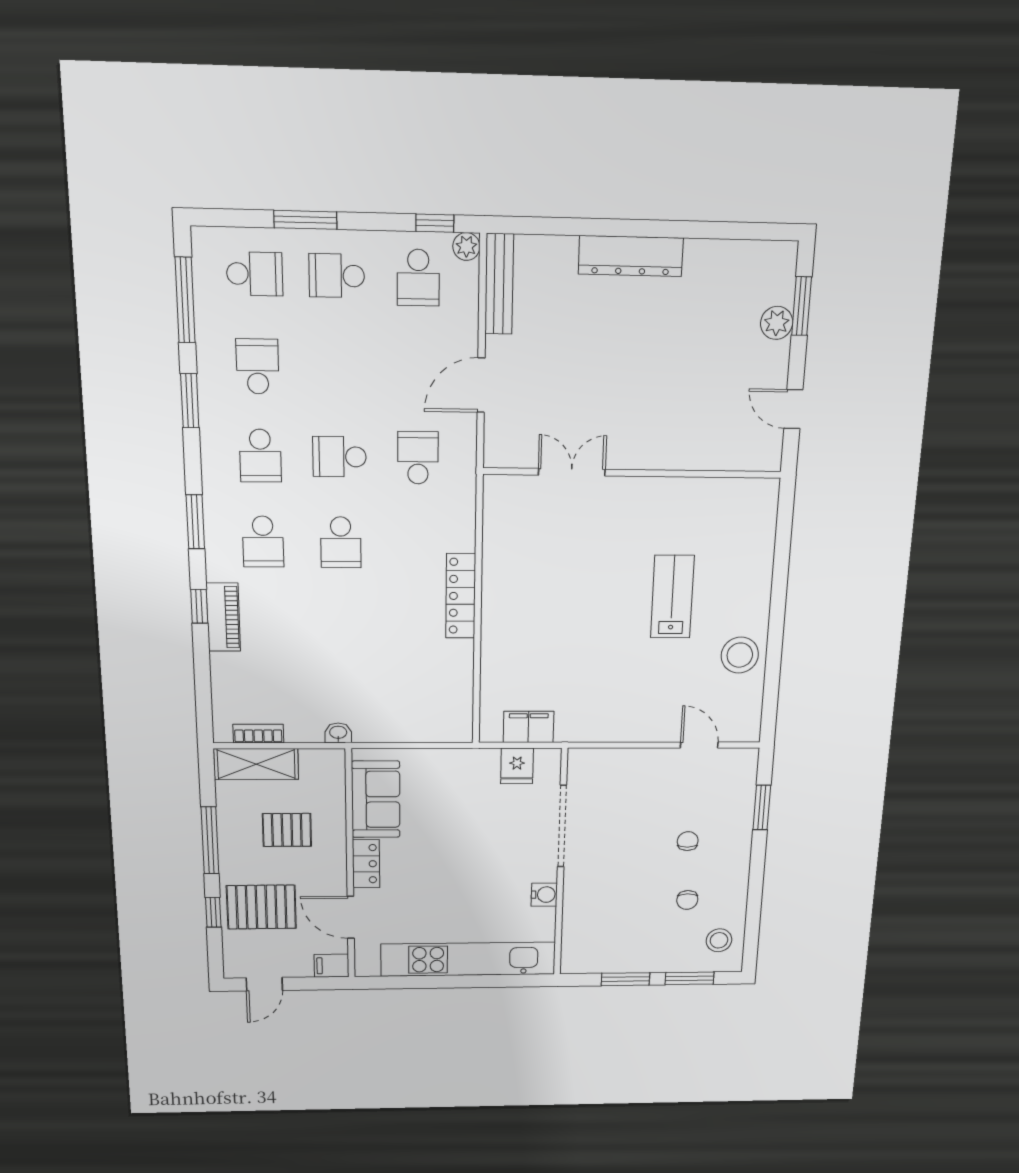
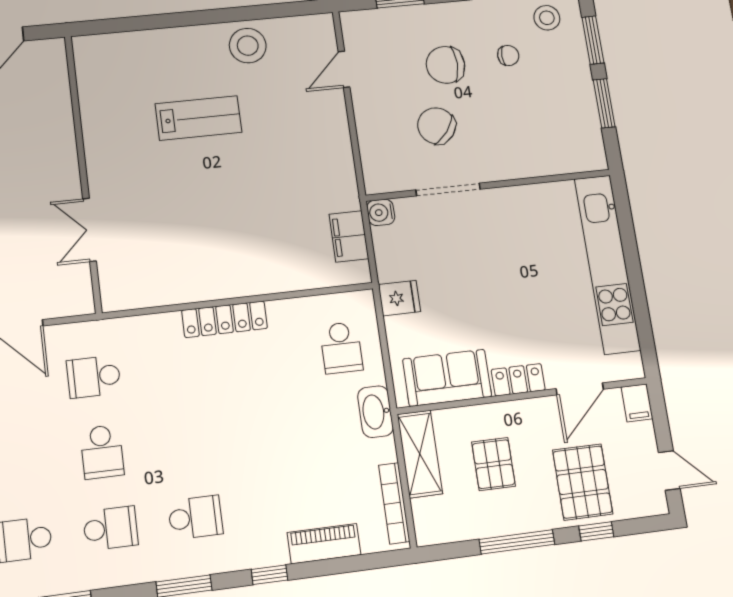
school desk: (341, 542) -> (341, 348), moved, turned 90
lab bench: (672, 597) -> (198, 118), turned 180
piano: (223, 617) -> (324, 544), moved
washbasin: (338, 733) -> (375, 412), width x1.91, depth x1.45
bookcase: (258, 734) -> (394, 503), width x1.56
shelving: (256, 764) -> (420, 454), moved
fridge: (517, 766) -> (399, 298), moved
chair: (628, 824) -> (437, 126), added
doorway: (562, 826) -> (448, 190), width x0.73
chair: (688, 841) -> (446, 65), width x1.87, depth x1.87
water cooler: (544, 895) -> (381, 212), moved, turned -90

